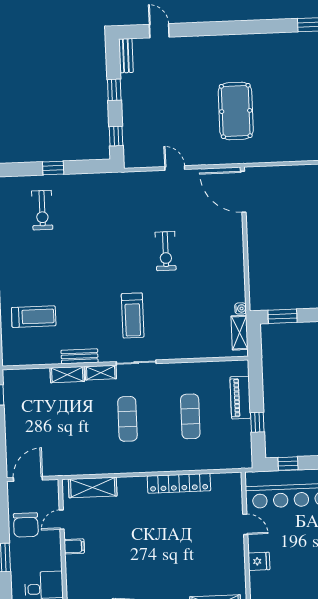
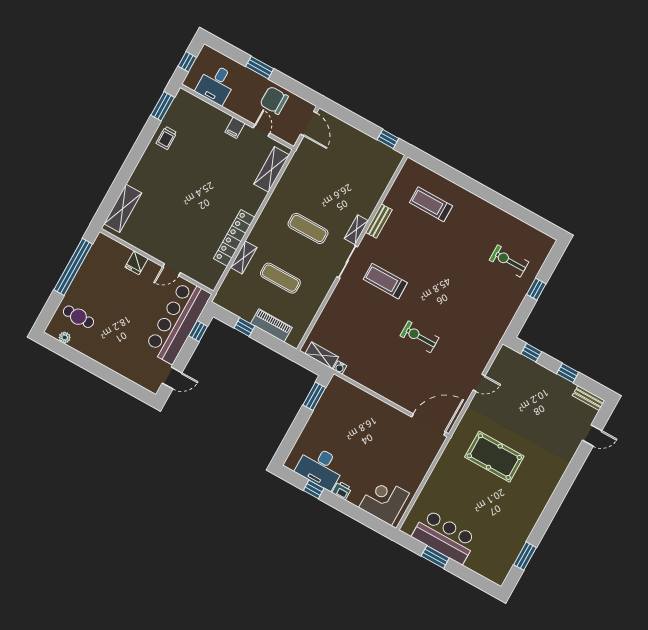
treadmill: (34, 317) -> (431, 204), turned 90
shelving: (67, 375) -> (244, 257), moved

